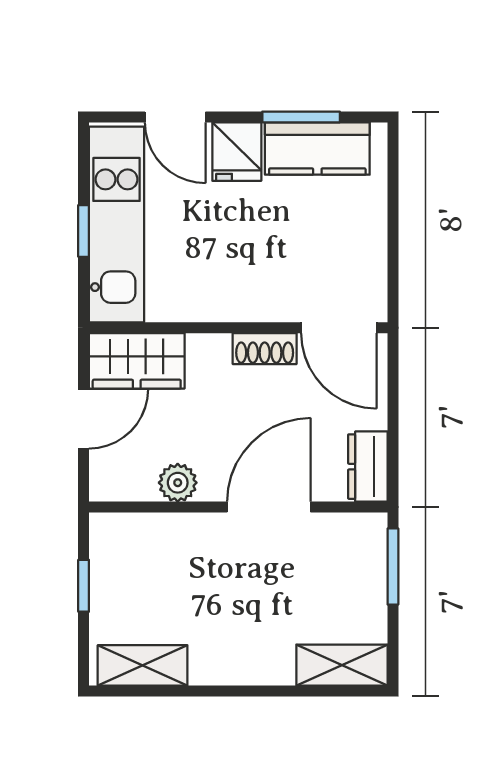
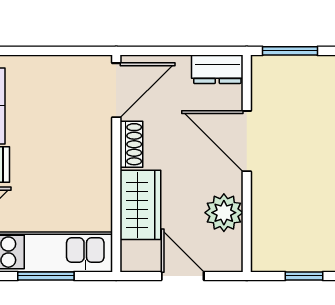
window: (84, 231) -> (46, 276), width x1.50
wardrobe: (137, 361) -> (140, 205), moved
plant: (178, 483) -> (224, 213), width x1.38, depth x1.38

